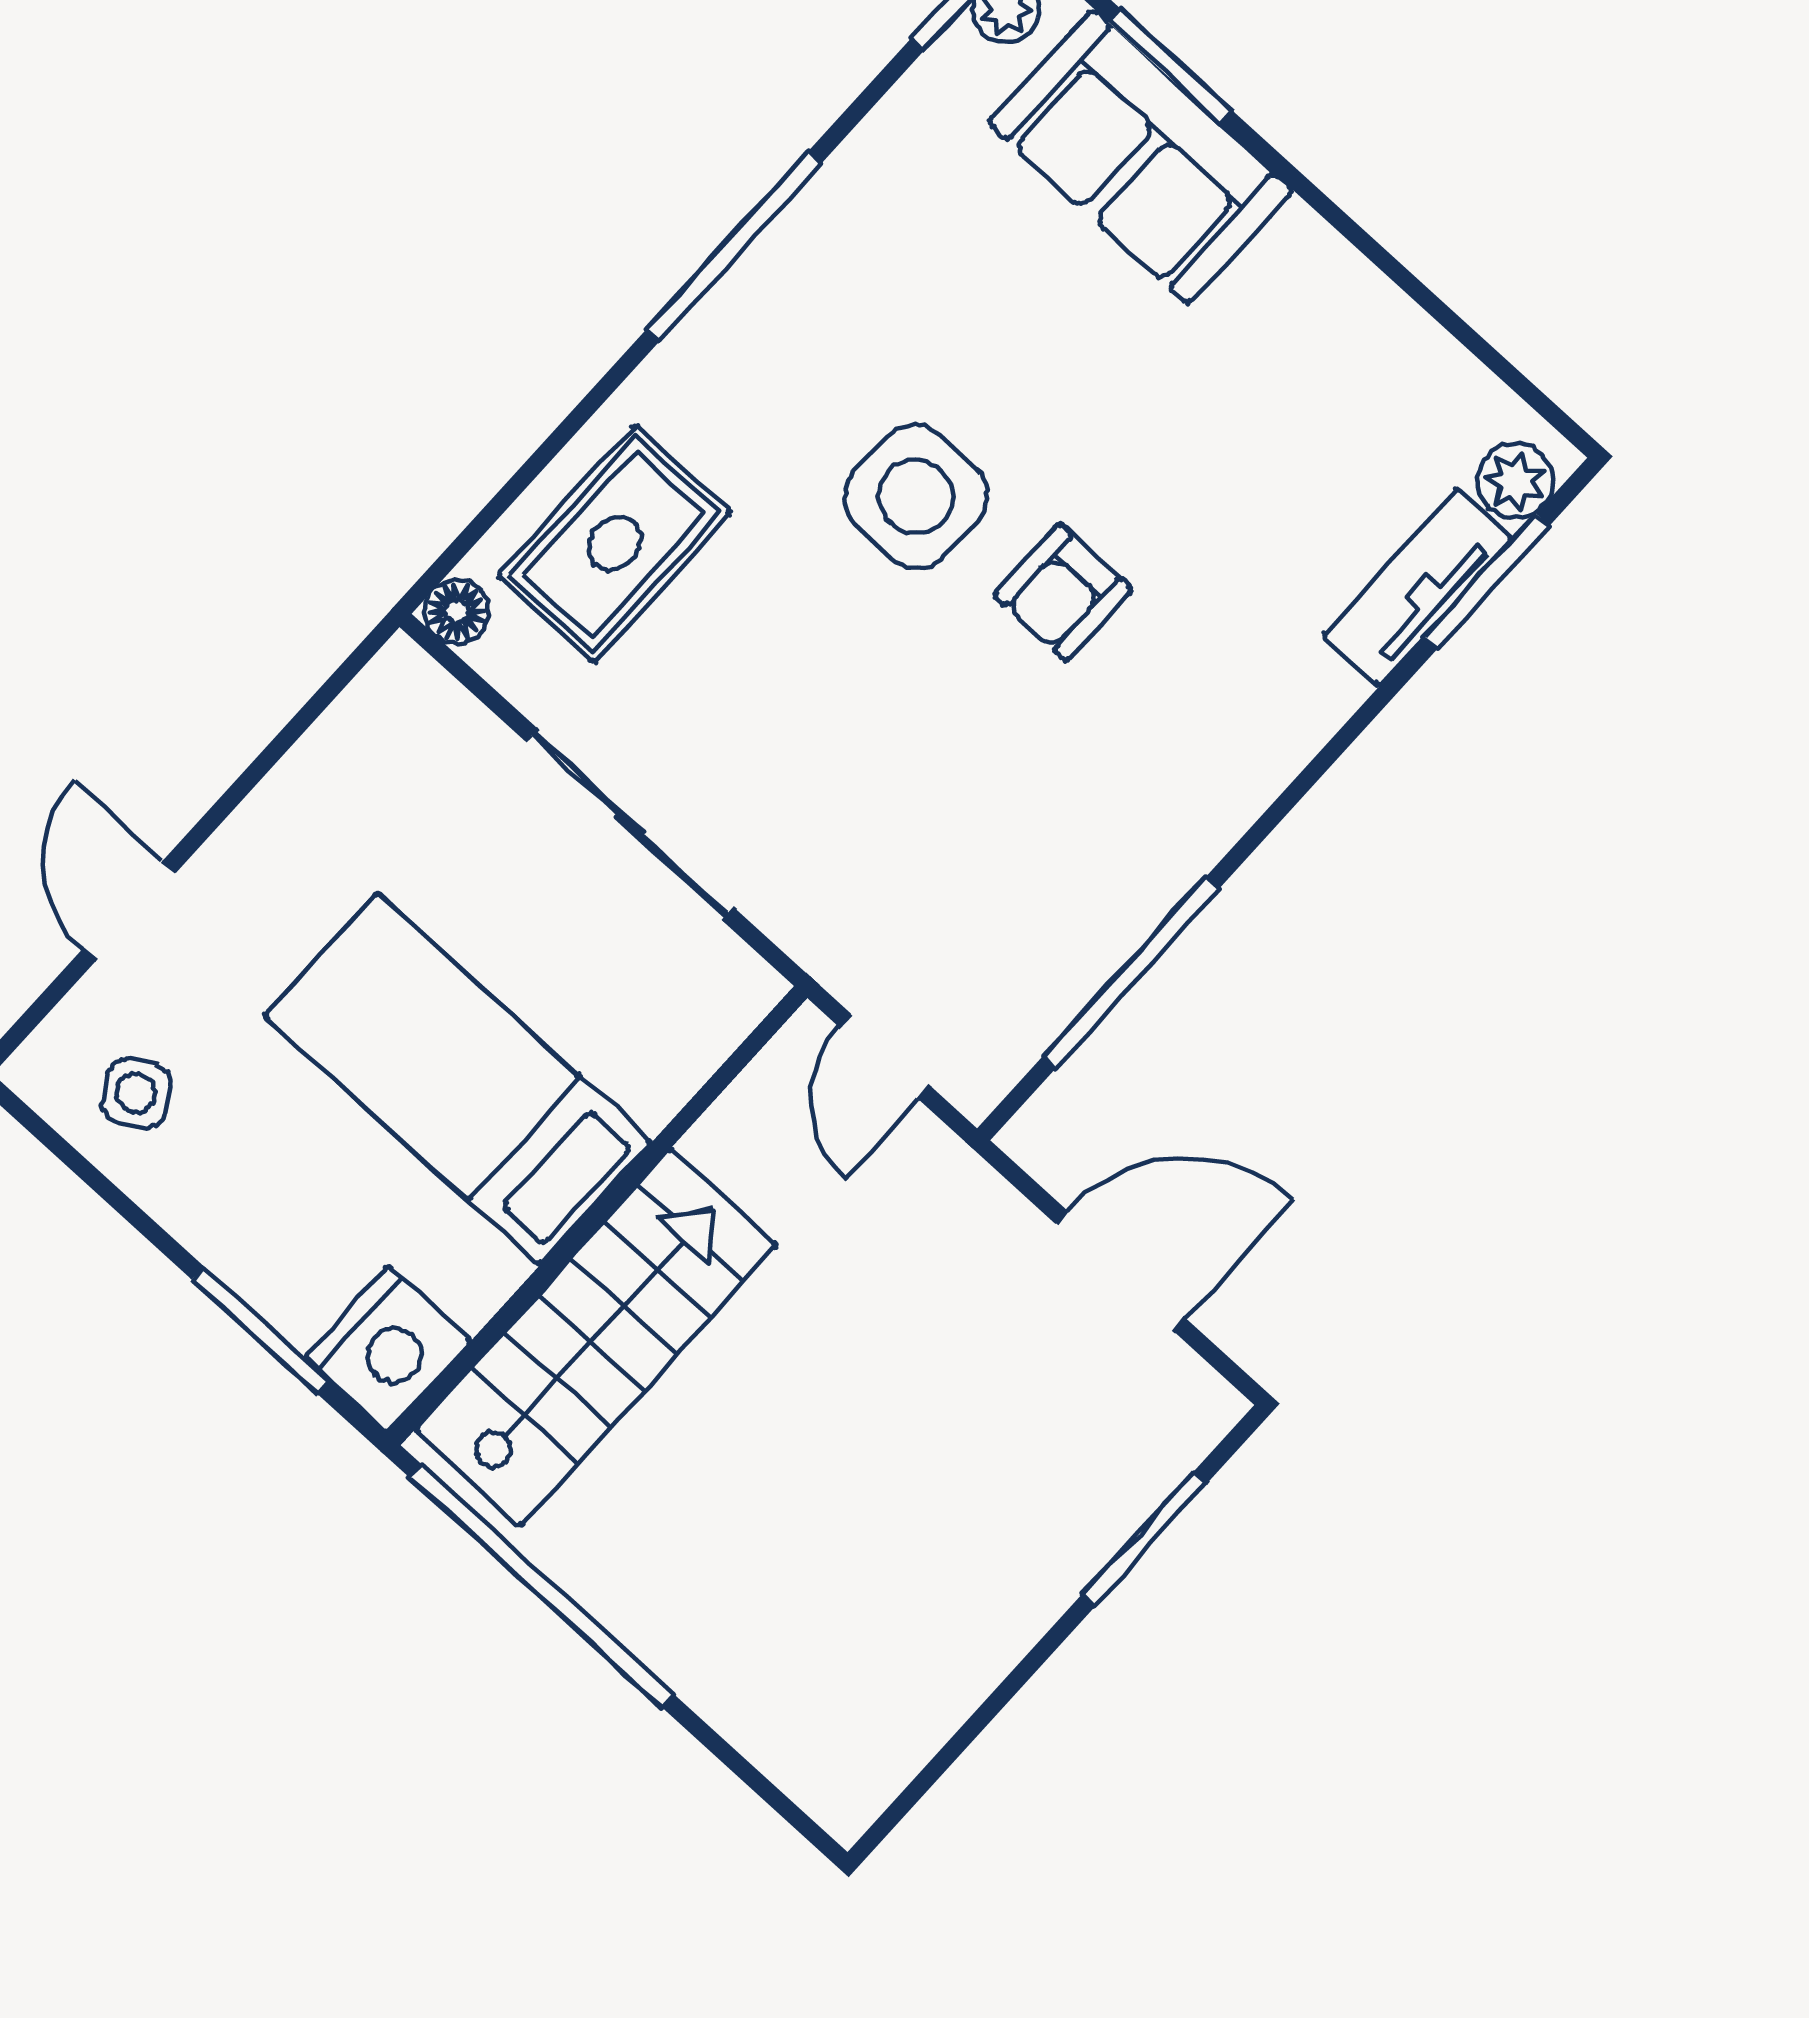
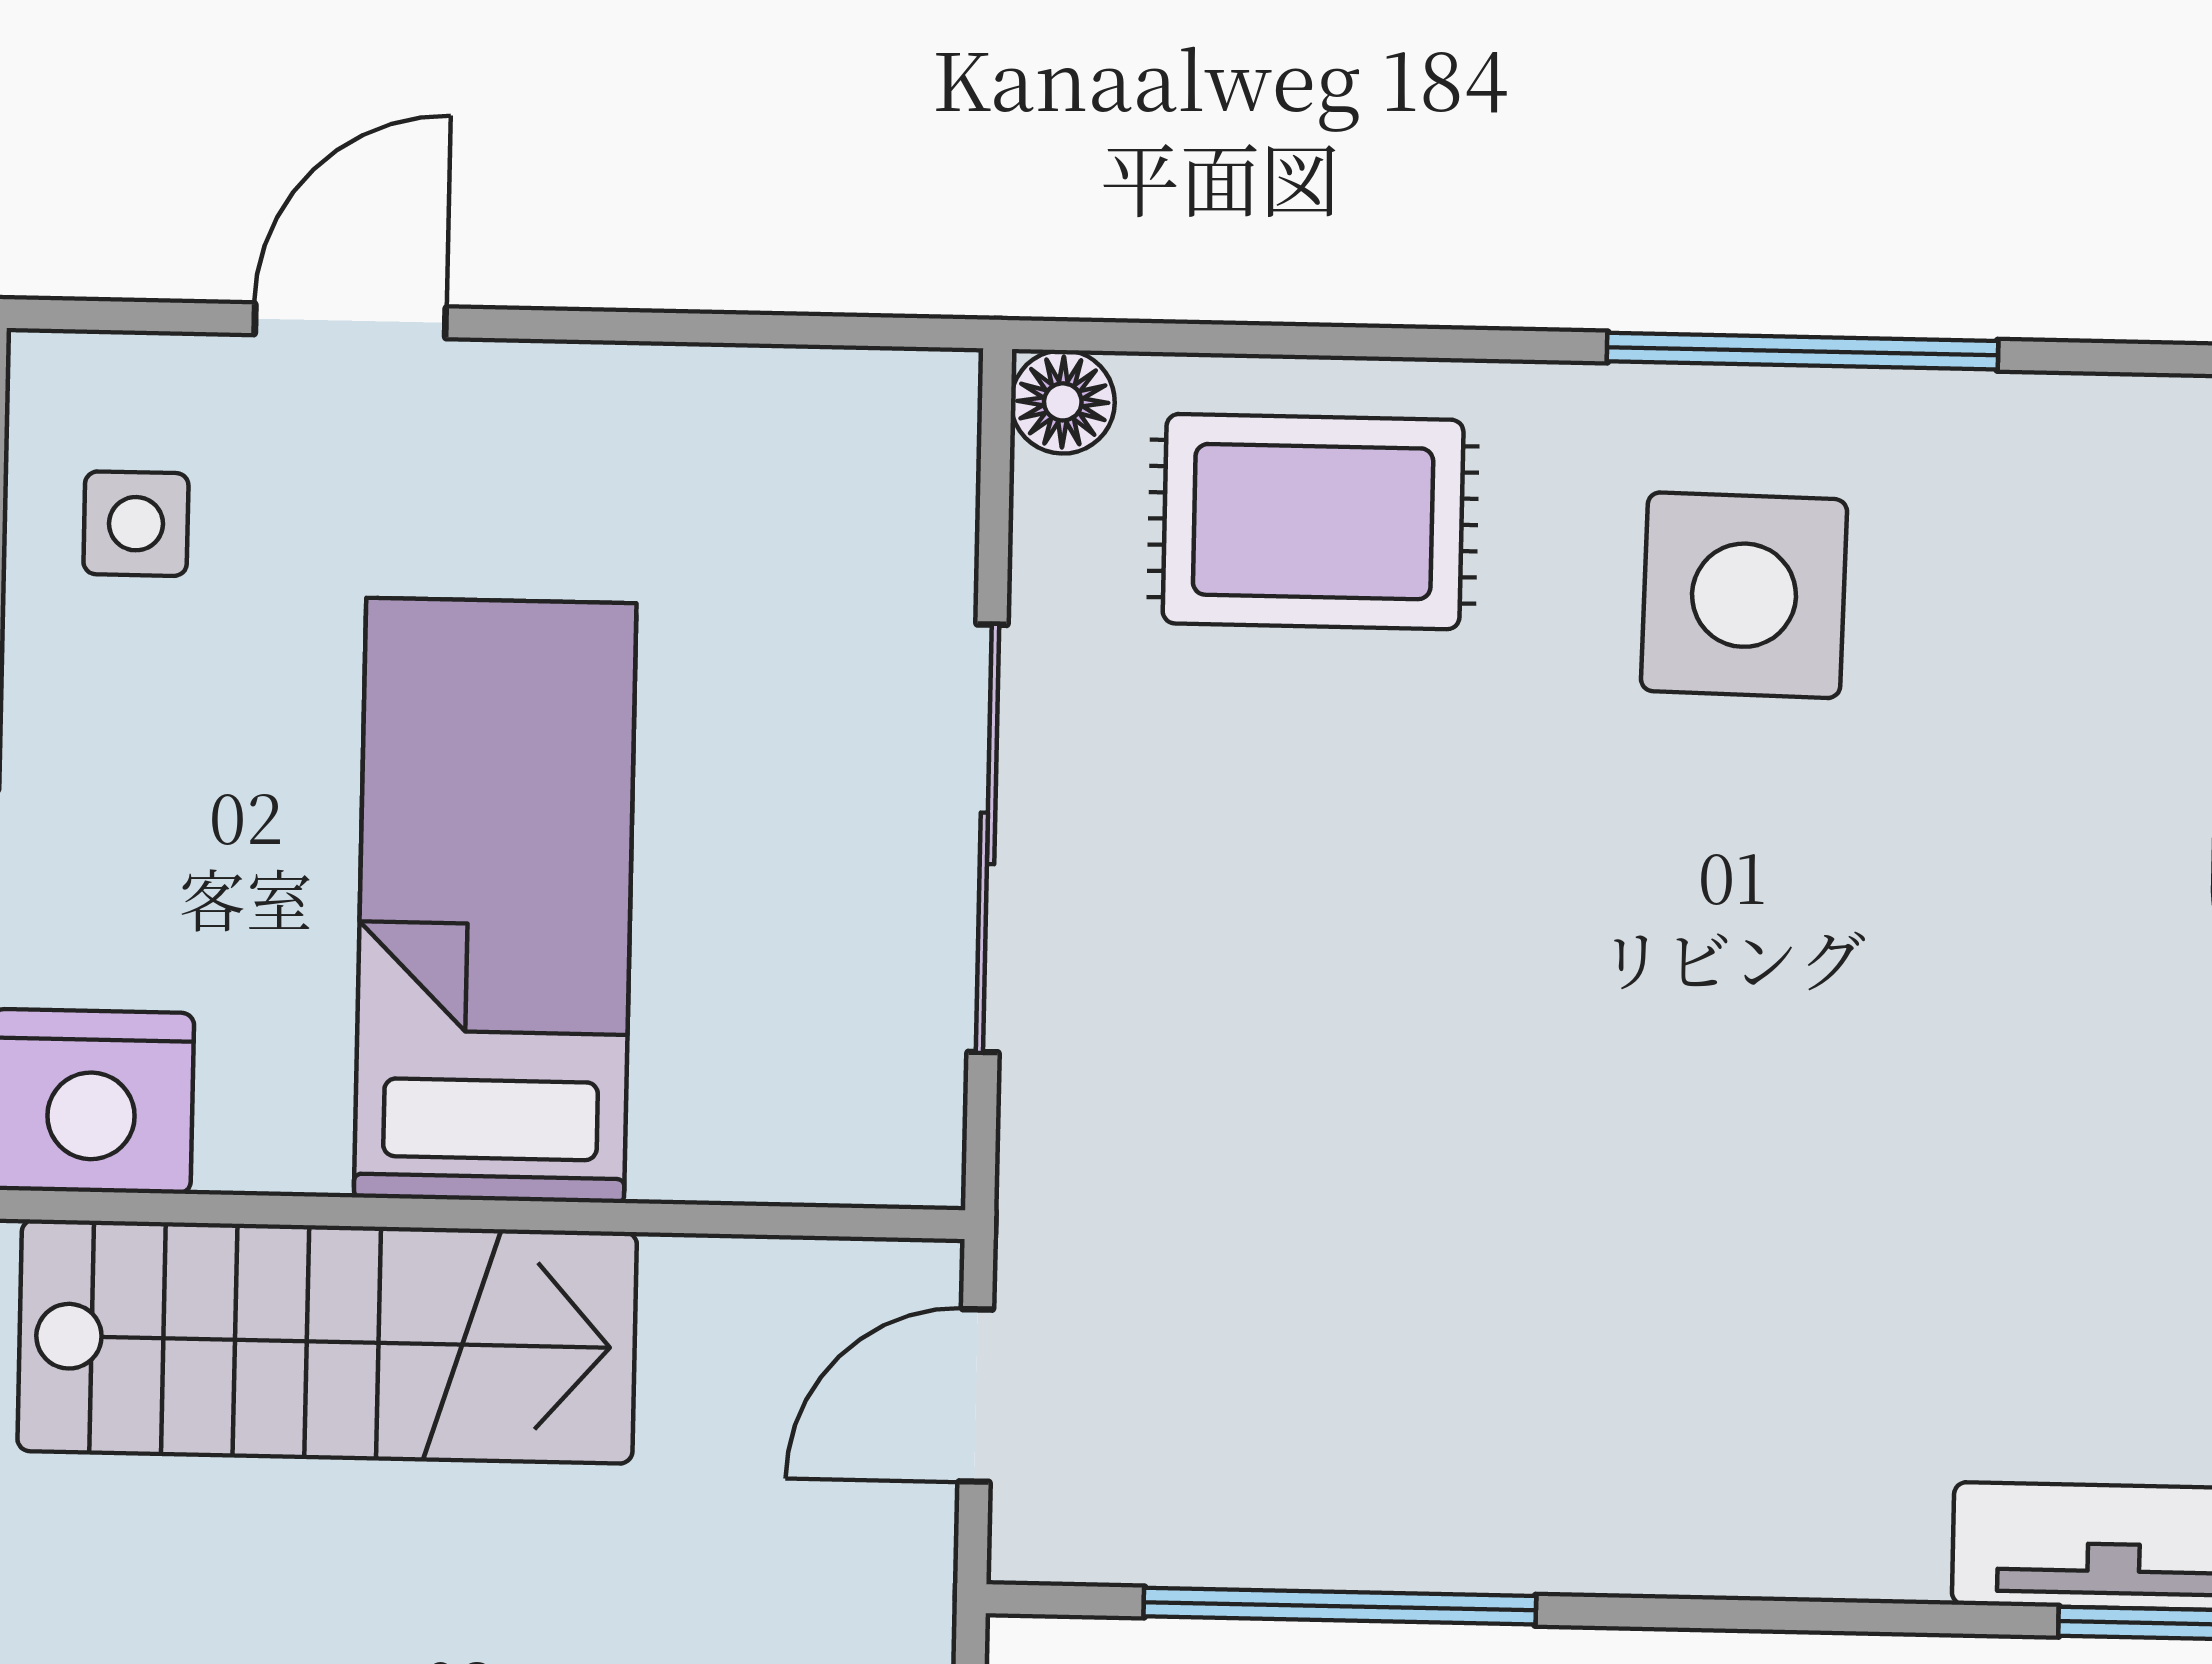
side table: (916, 496) -> (1744, 595), moved
armchair: (1063, 592) -> (1731, 1119), removed
side table: (137, 1093) -> (136, 524), turned 31

